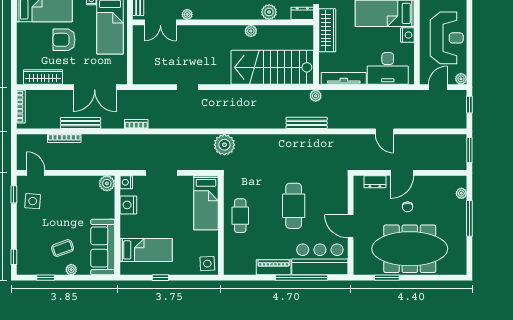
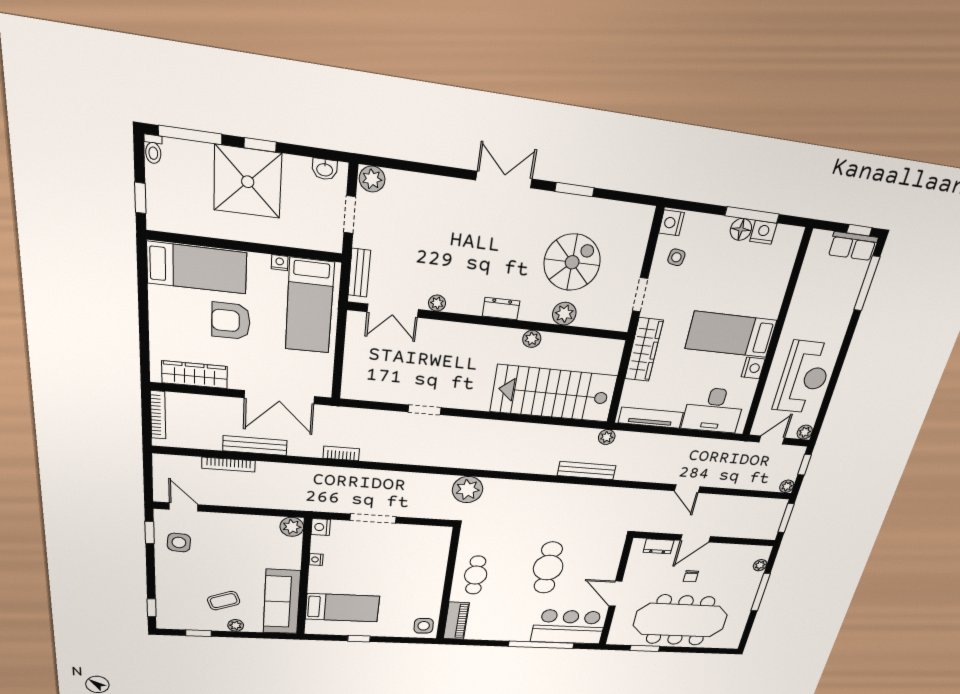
dresser: (302, 13) -> (501, 309), moved
plant: (461, 123) -> (787, 486), added
bed: (206, 203) -> (431, 558), removed
nightstand: (128, 205) -> (316, 560), width x0.53, depth x0.56
piano: (274, 267) -> (456, 621), moved, turned 90

